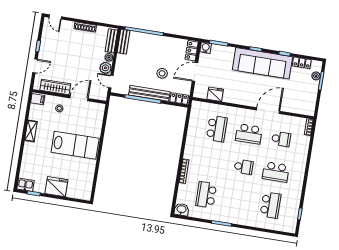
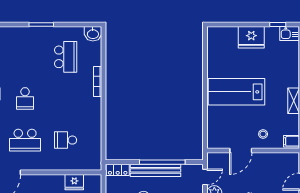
door: (111, 82) -> (205, 177), hinge flipped
wardrobe: (55, 87) -> (272, 160), removed
school desk: (217, 129) -> (66, 140), width x0.54
school desk: (249, 134) -> (25, 140), turned 180
school desk: (244, 167) -> (25, 98), turned -90

